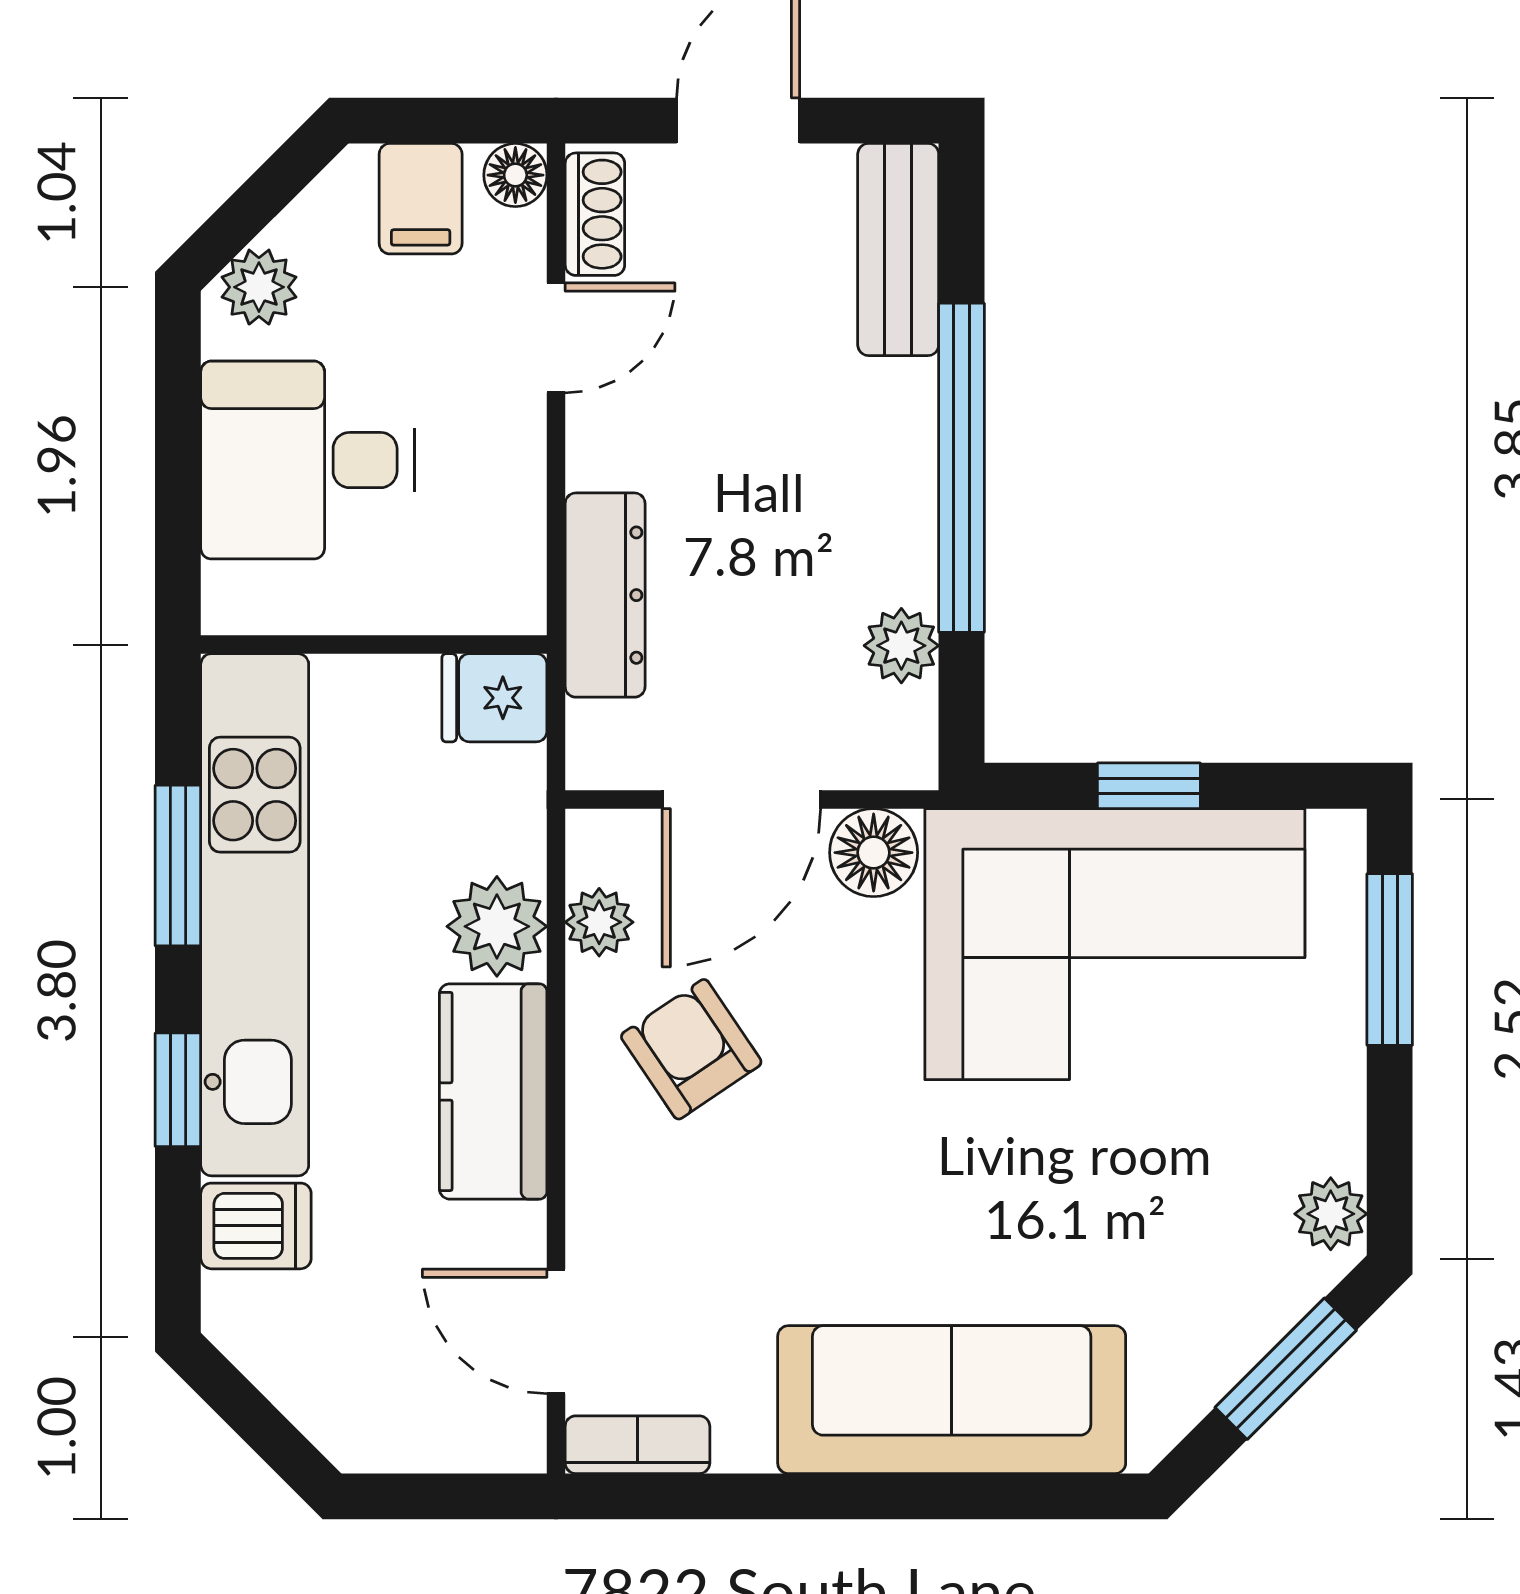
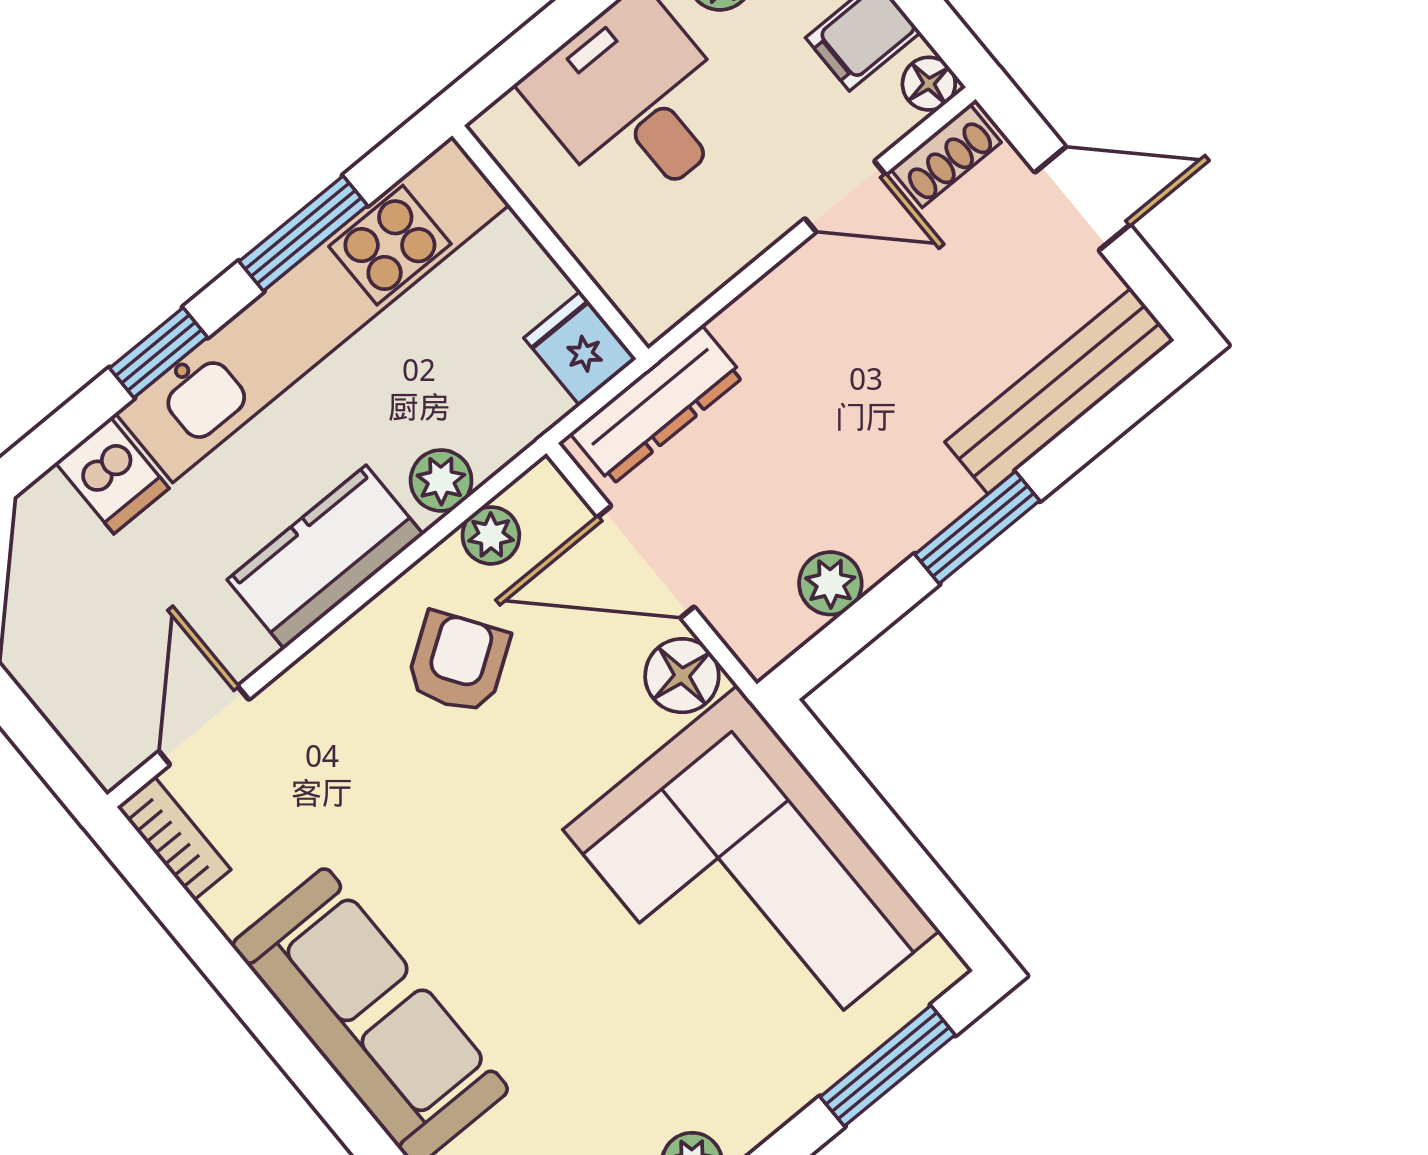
bench: (898, 250) -> (1060, 391), width x1.36
window: (961, 468) -> (977, 527), width x0.47
dresser: (605, 595) -> (657, 405), moved
window: (1149, 786) -> (872, 818), removed
plant: (497, 926) -> (441, 480), width x0.73, depth x0.73

